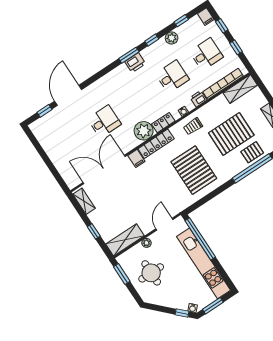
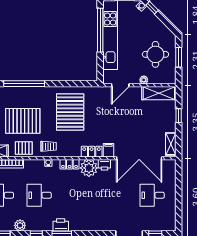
printer: (198, 99) -> (104, 165), moved
desk: (104, 121) -> (152, 195), moved
locker: (156, 144) -> (92, 152), width x0.66
pallet: (252, 152) -> (24, 148), moved
window: (200, 239) -> (100, 30), moved
window: (122, 274) -> (179, 57), moved

